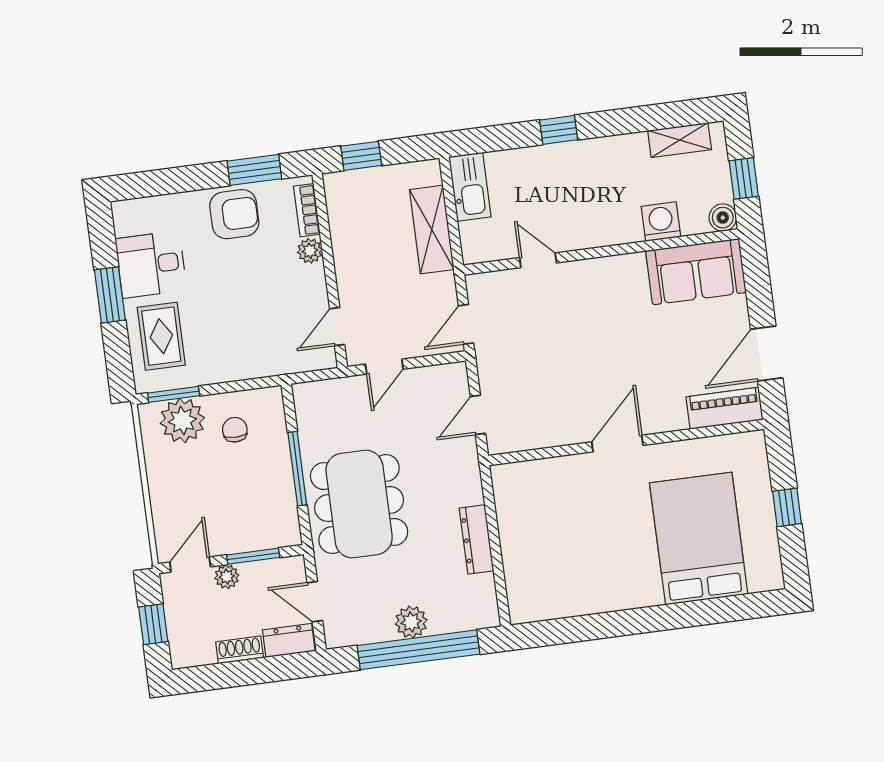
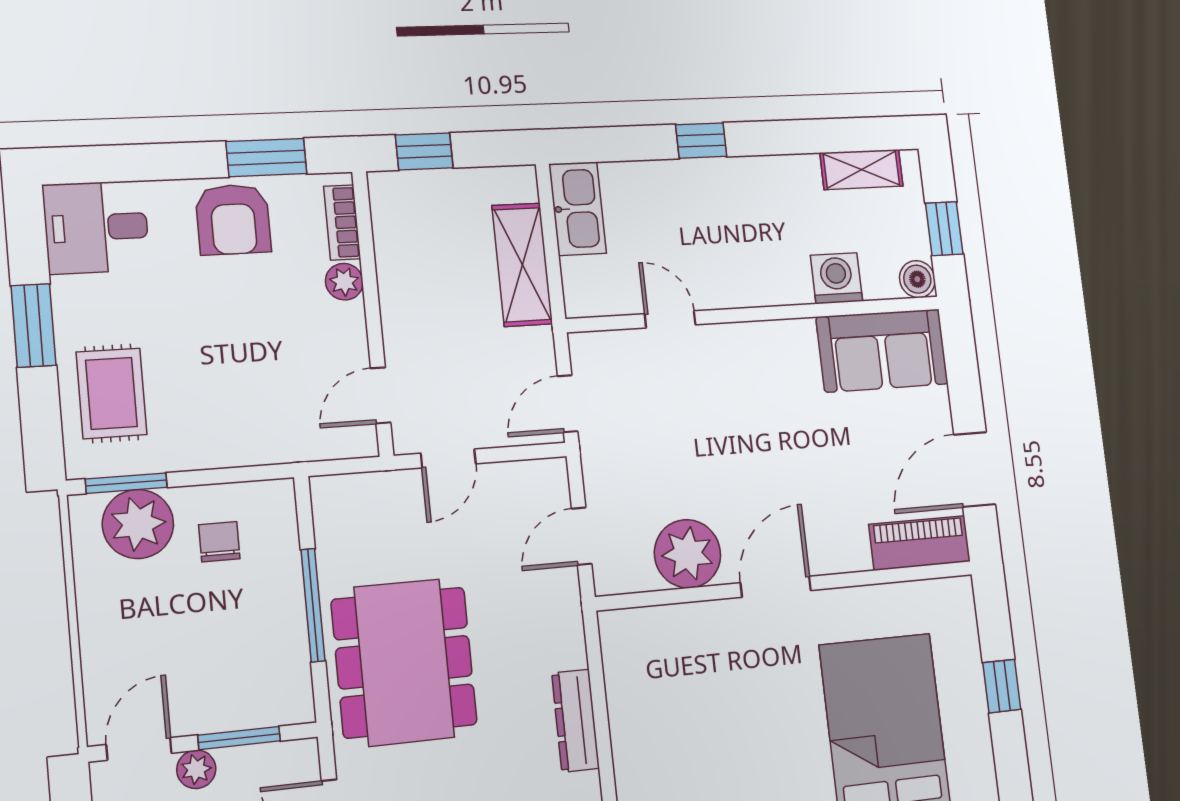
armchair: (234, 214) -> (233, 219), turned 90
desk: (151, 264) -> (96, 227), moved
plant: (553, 424) -> (688, 554), added

